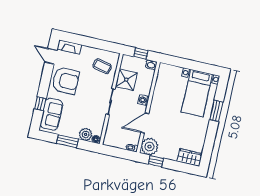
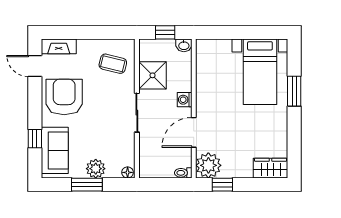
armchair: (65, 81) -> (64, 97), turned -90
plant: (86, 134) -> (96, 169), moved

